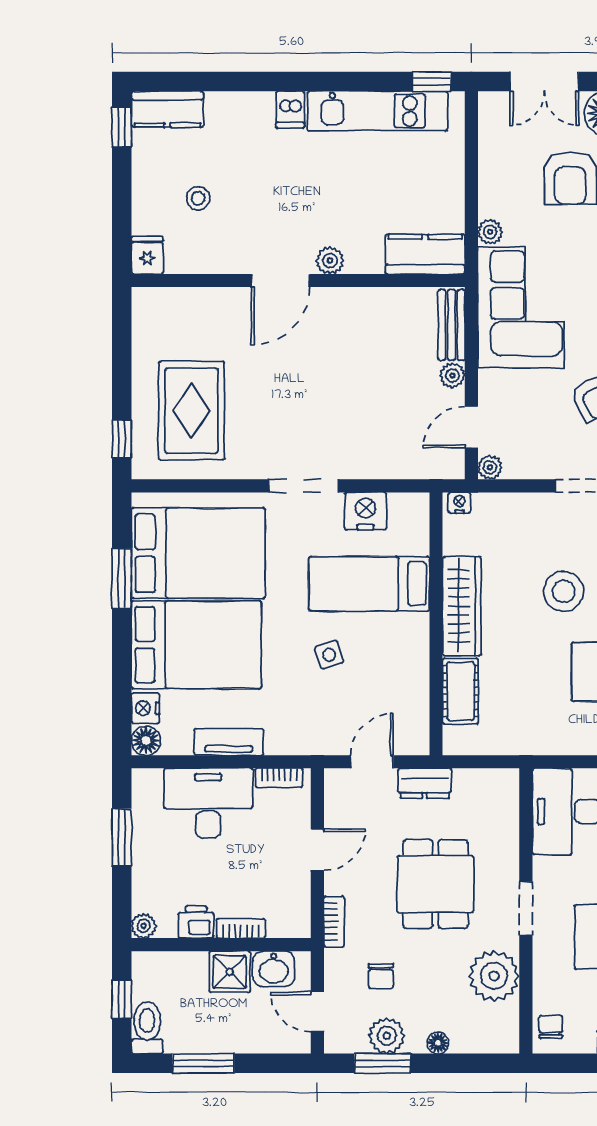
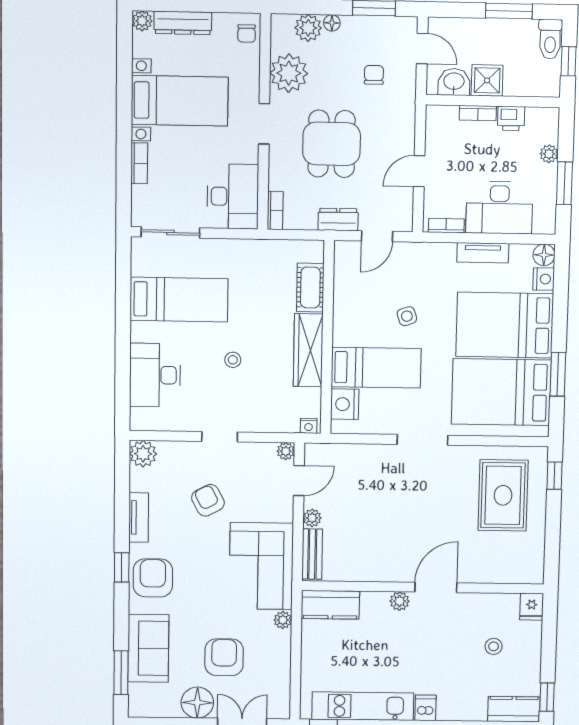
nightstand: (365, 511) -> (345, 404), moved, turned 90
stool: (564, 591) -> (233, 360), width x0.53, depth x0.53
bookcase: (334, 921) -> (275, 211), moved, turned 180
plant: (144, 926) -> (549, 154), moved
plant: (387, 1036) -> (308, 28), moved

